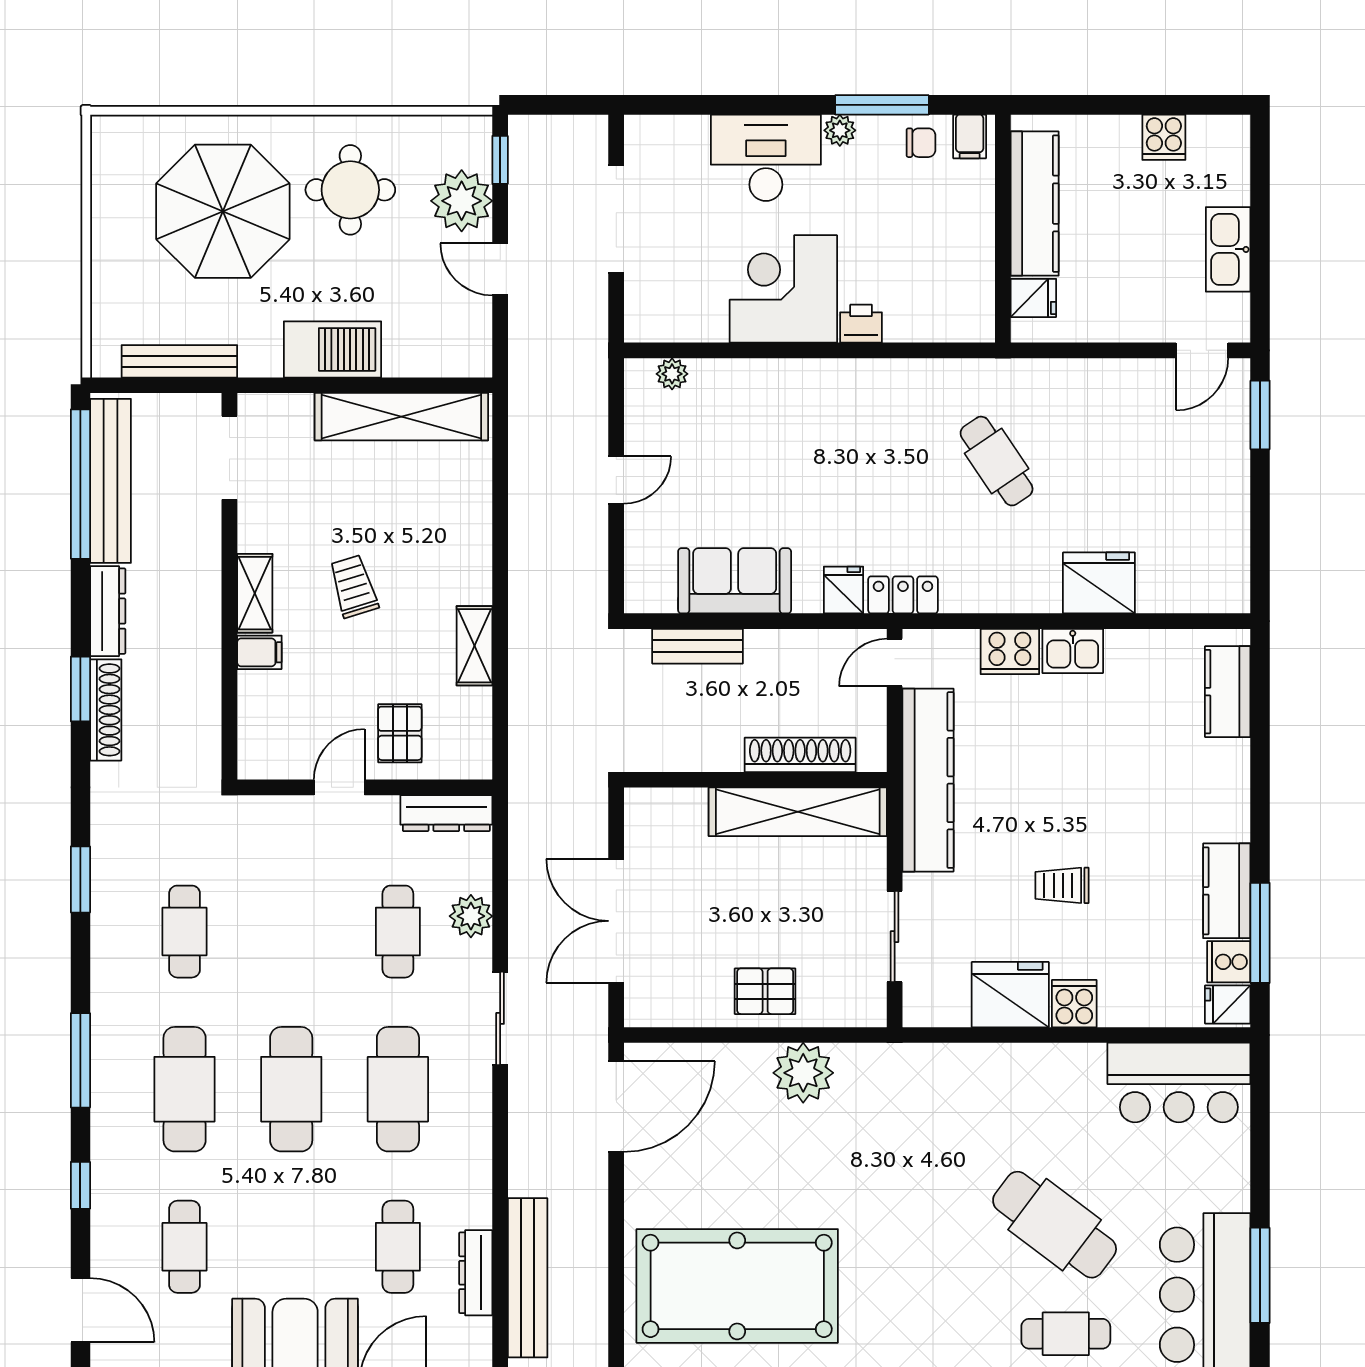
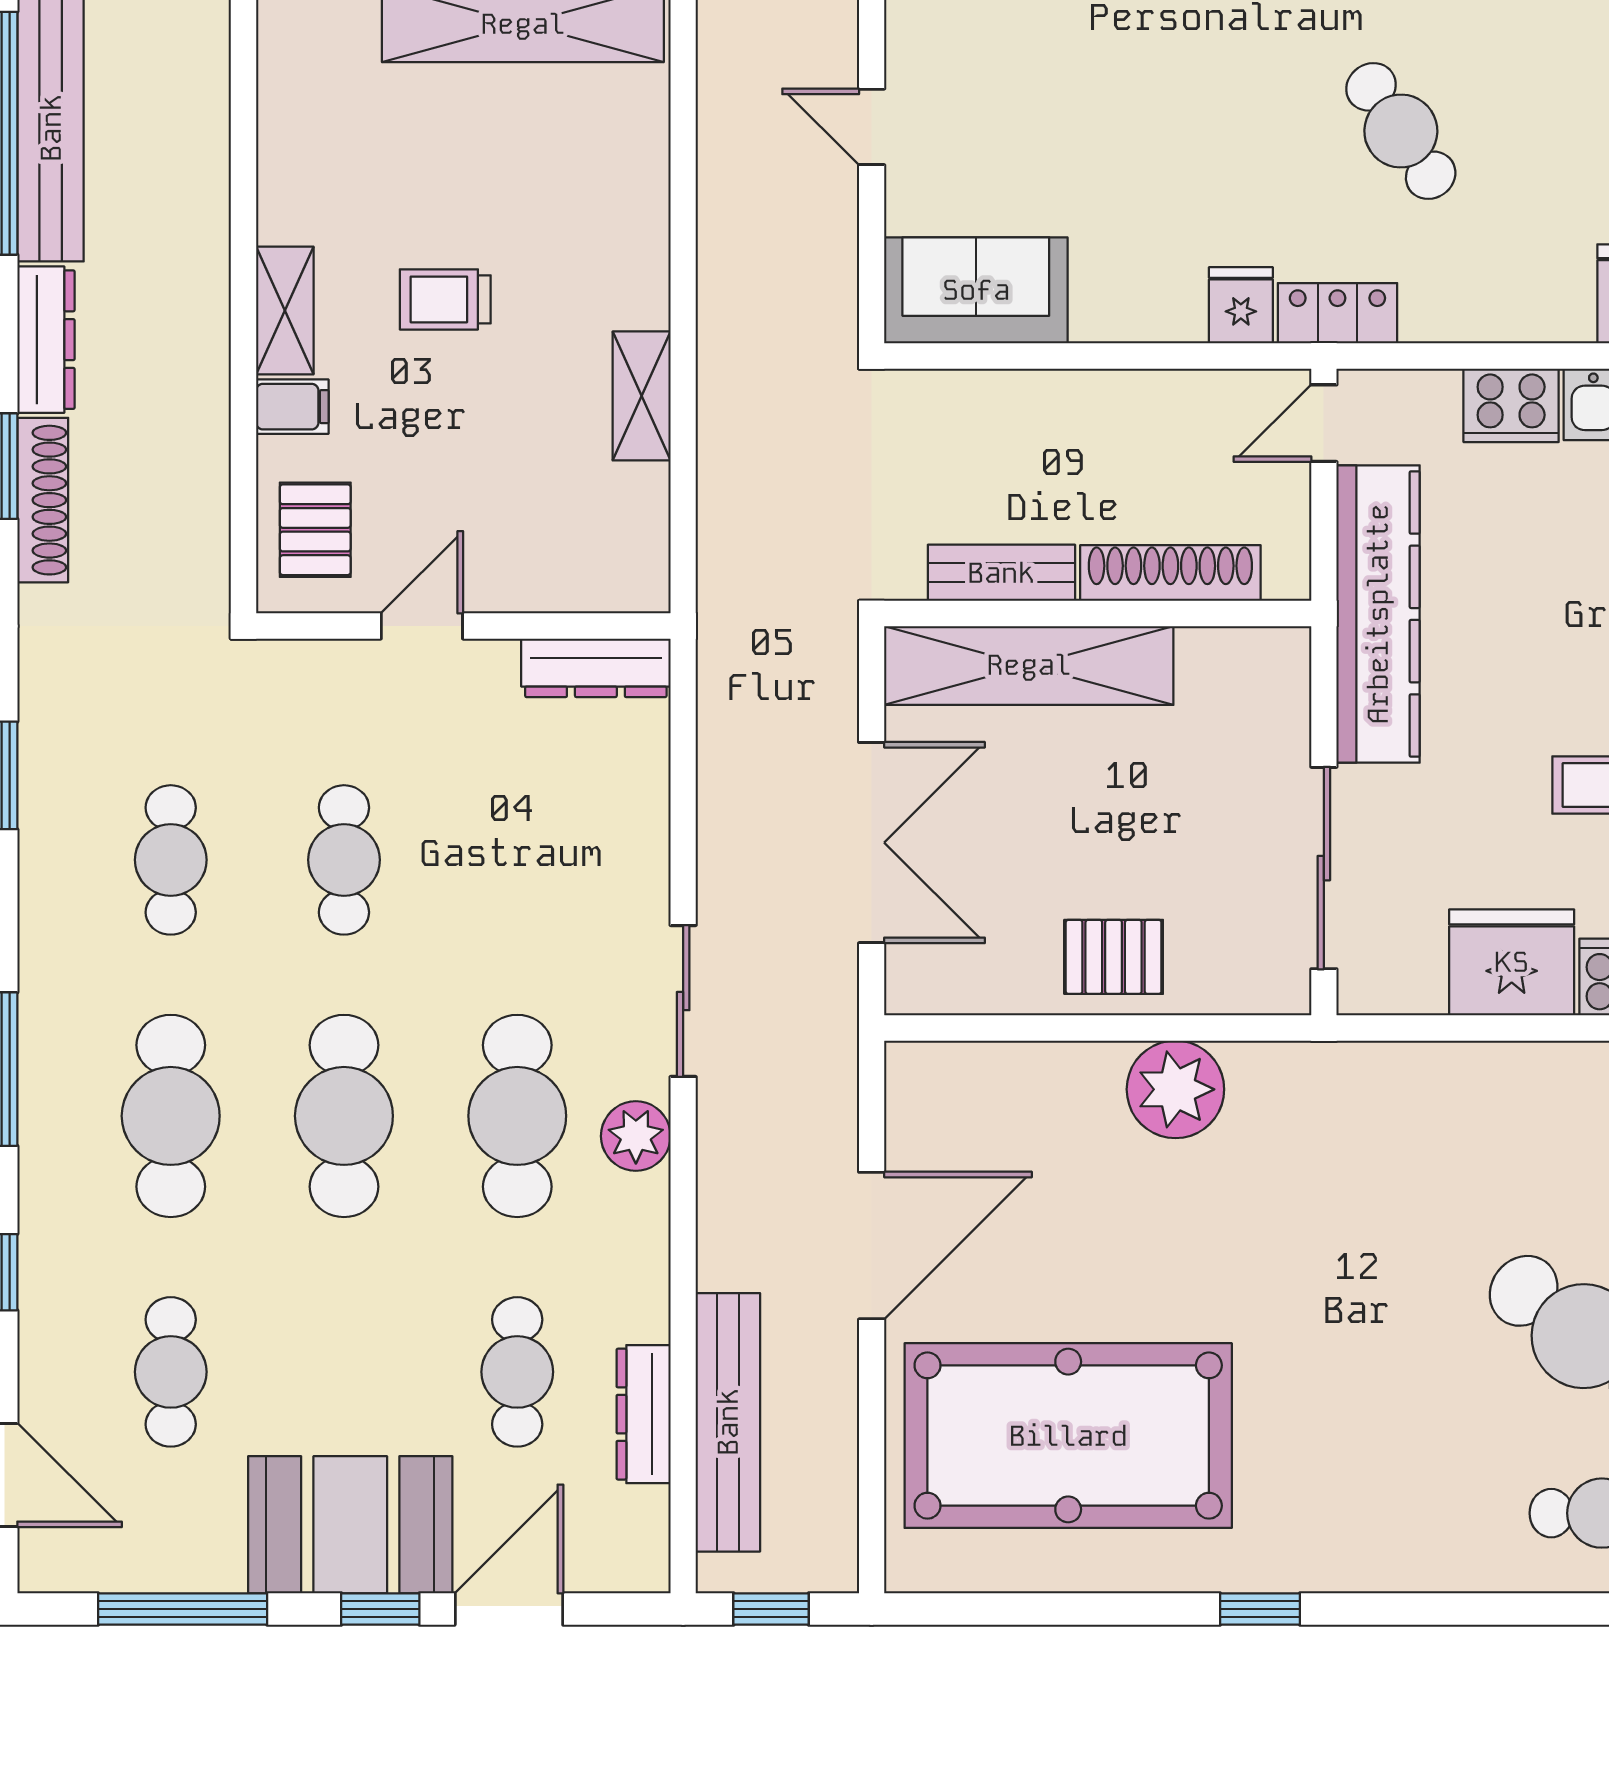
doorway: (229, 458) -> (243, 90), removed
cafe table: (997, 461) -> (1401, 131), moved
door: (616, 480) -> (872, 127), swing flipped
sofa: (735, 581) -> (976, 290), moved
trolley: (354, 586) -> (445, 299), turned -73
bench: (698, 646) -> (1001, 573), moved
pallet: (400, 733) -> (315, 530), moved
shelving: (798, 812) -> (1029, 665), moved
plant: (471, 916) -> (636, 1136), moved
double door: (616, 921) -> (872, 843), swing flipped
cafe table: (398, 932) -> (344, 860), moved
sliding door: (895, 937) -> (1324, 868), width x1.37
door: (616, 1106) -> (872, 1246), moved

